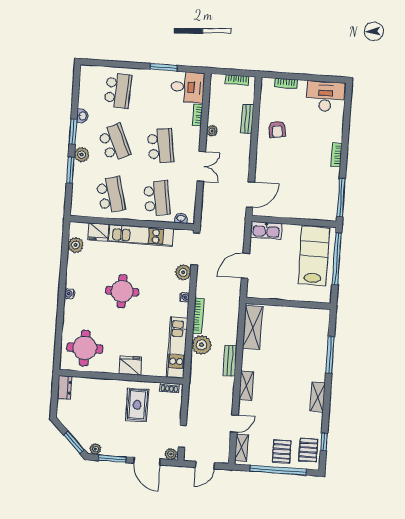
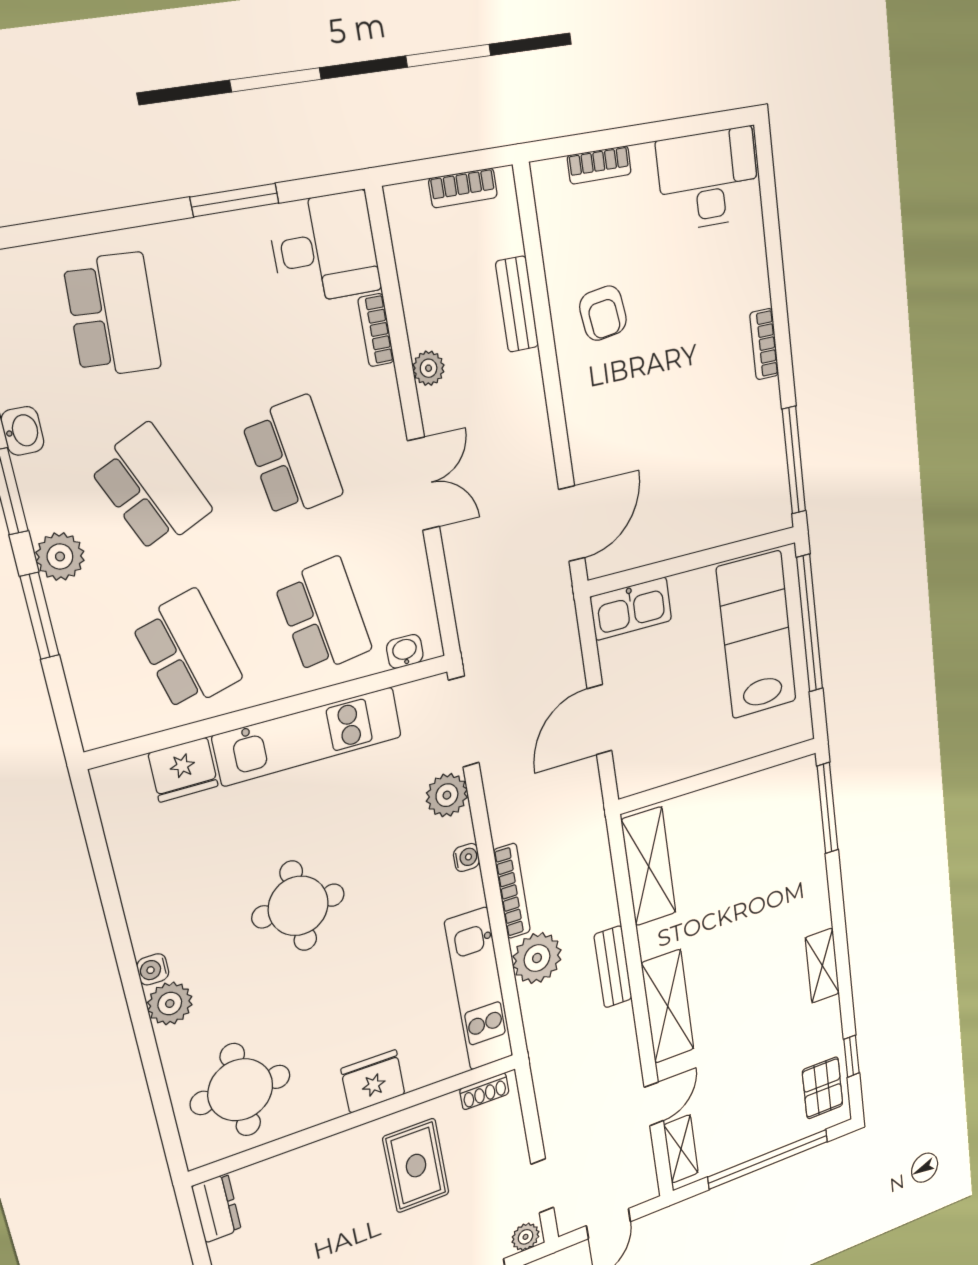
plant: (76, 245) -> (170, 1004), moved
window: (330, 355) -> (828, 808), moved
shelving: (246, 386) -> (668, 1006), width x1.50, depth x1.33
pallet: (282, 451) -> (768, 1117), removed

